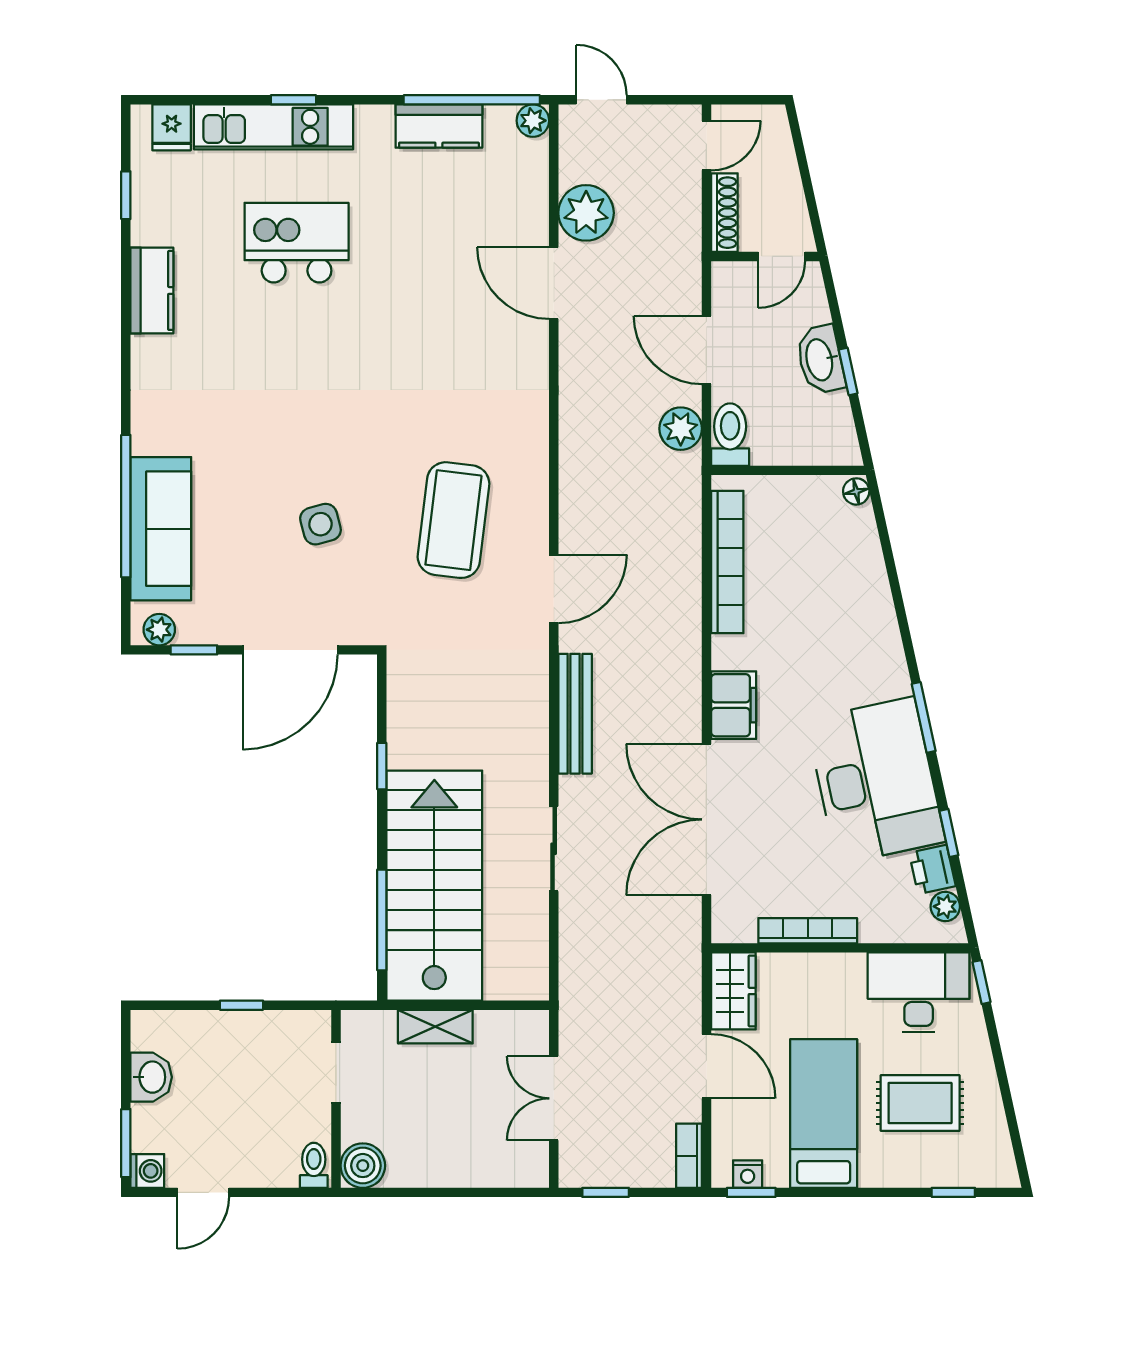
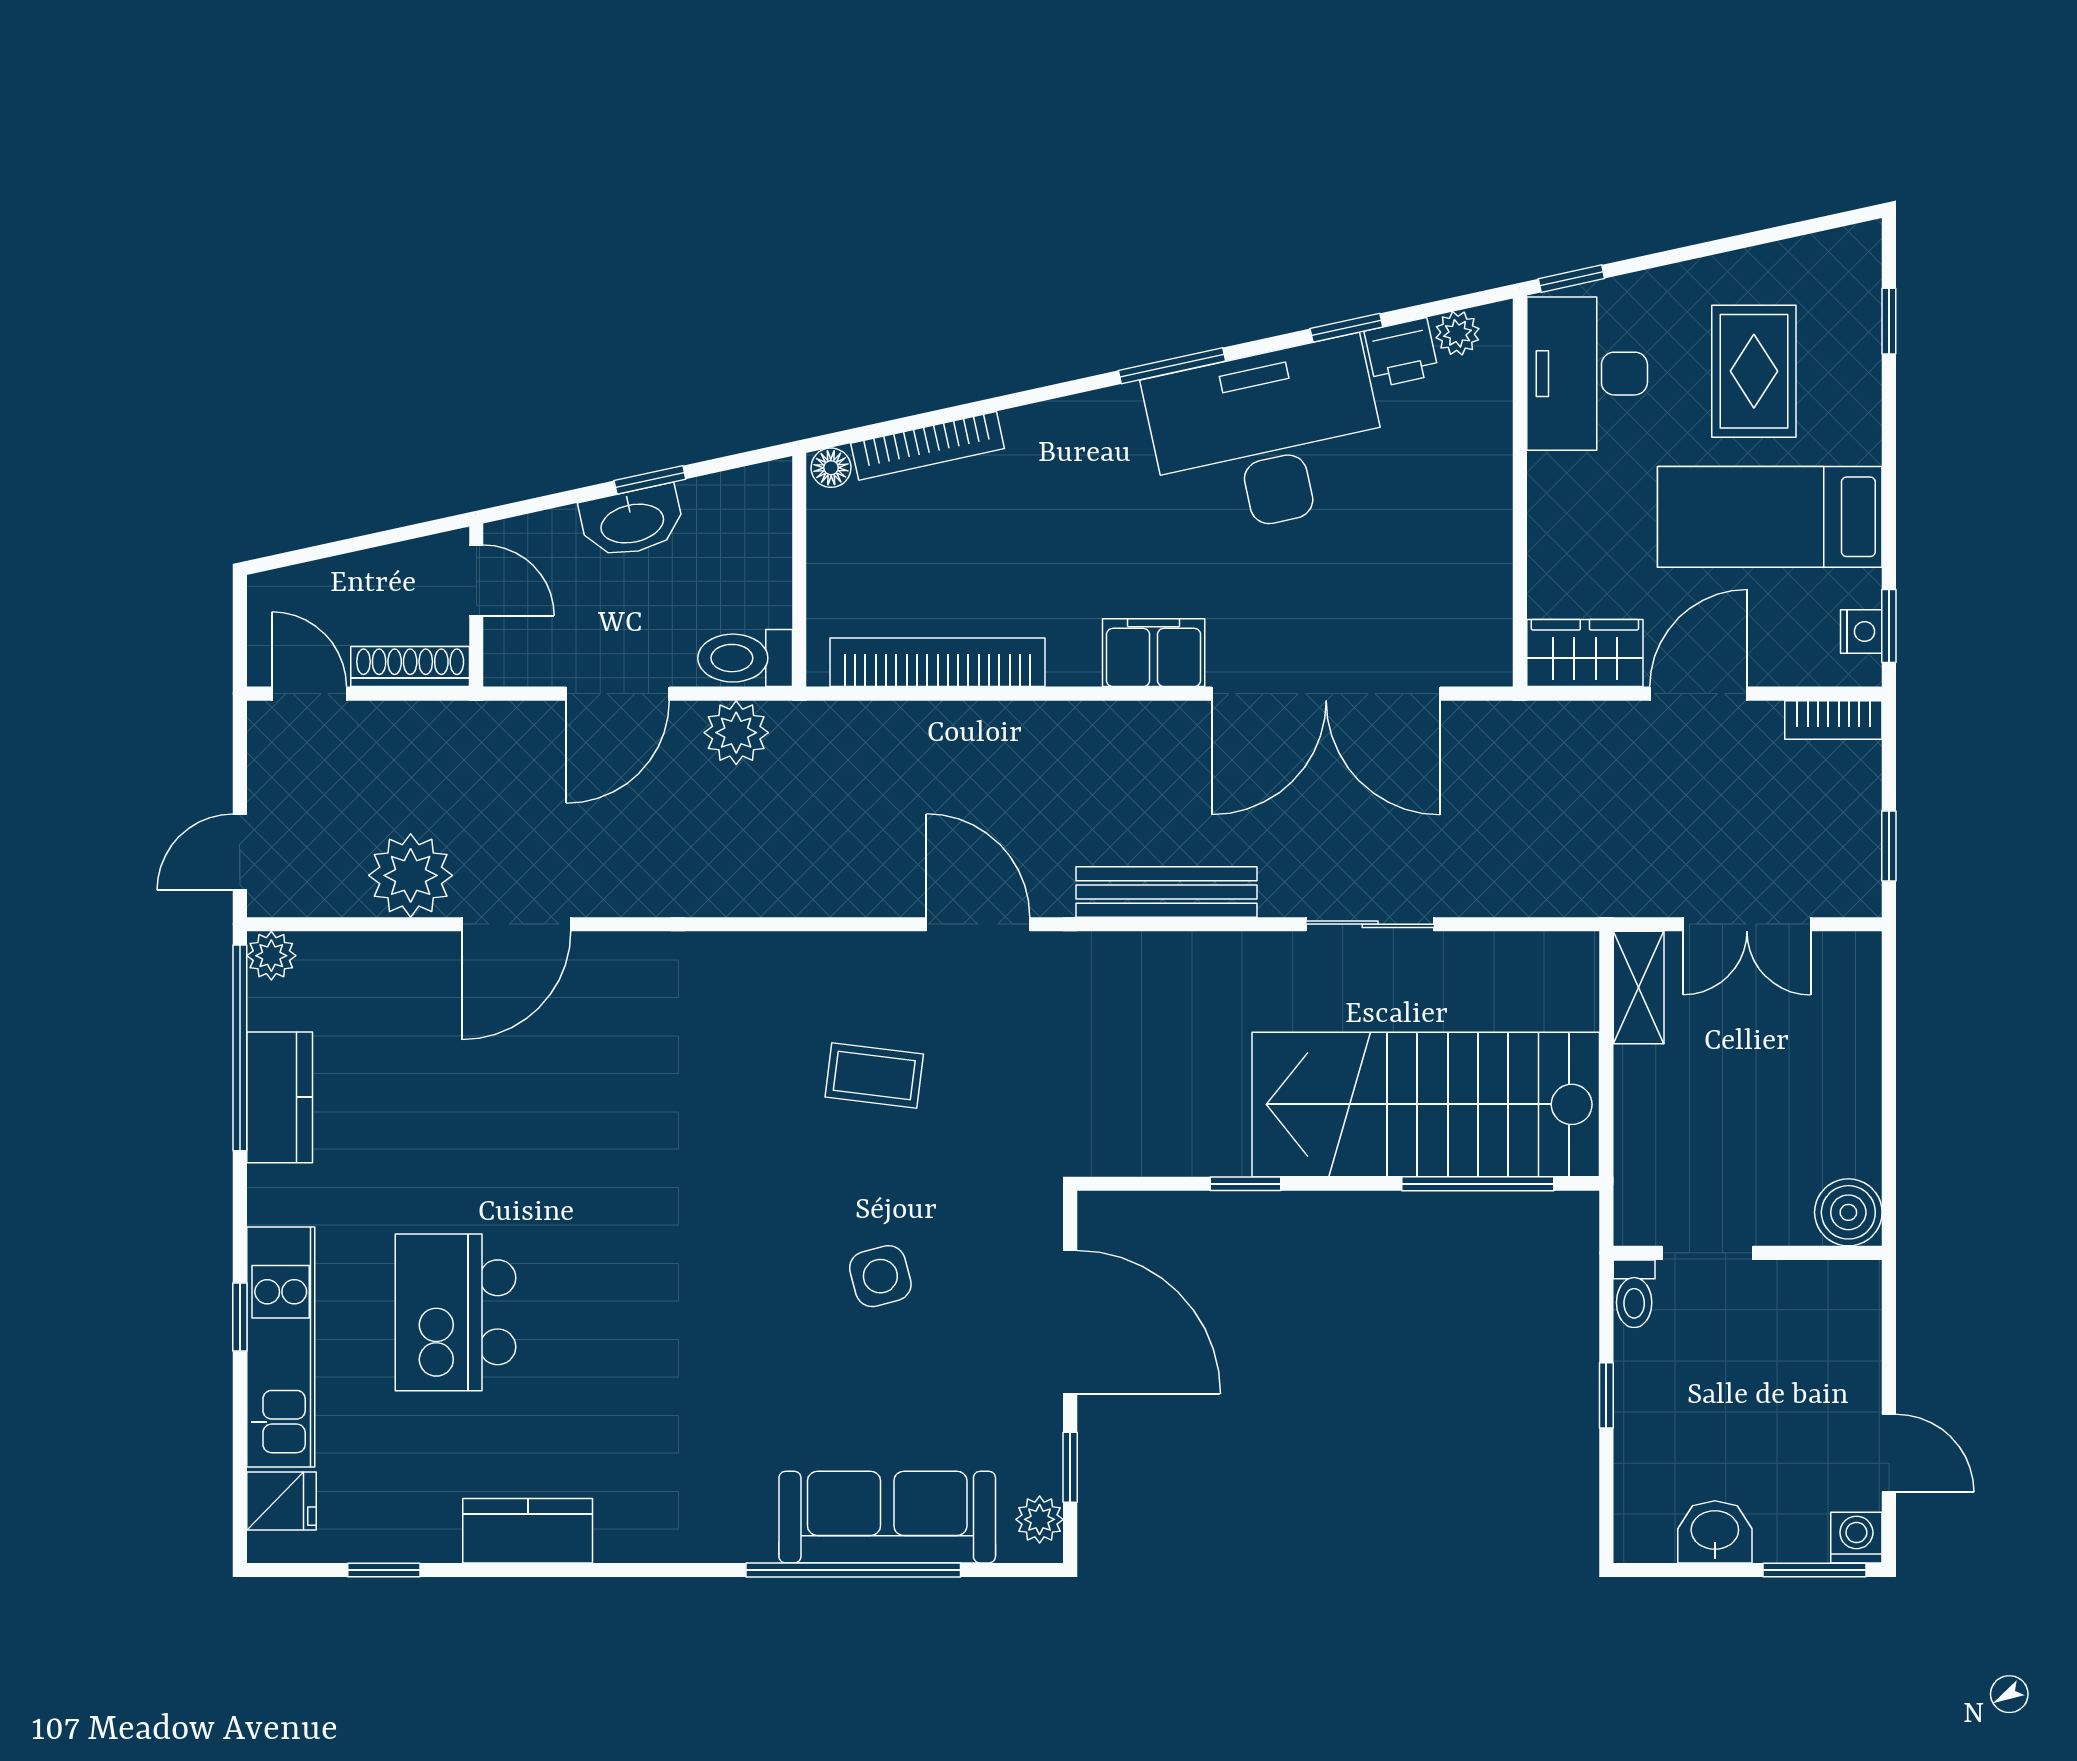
coffee table: (453, 520) -> (874, 1075), width x0.54, depth x0.58
bookcase: (808, 931) -> (928, 446), moved, turned -102
shelving: (435, 1027) -> (1639, 988), moved
toilet: (314, 1165) -> (1634, 1294), moved, turned -90

